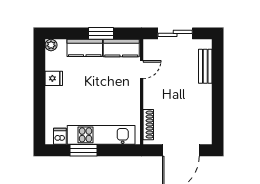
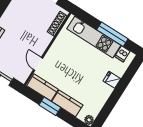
door: (142, 70) -> (38, 64), hinge flipped
fridge: (54, 78) -> (112, 80), moved
window: (83, 150) -> (112, 34), width x1.44

